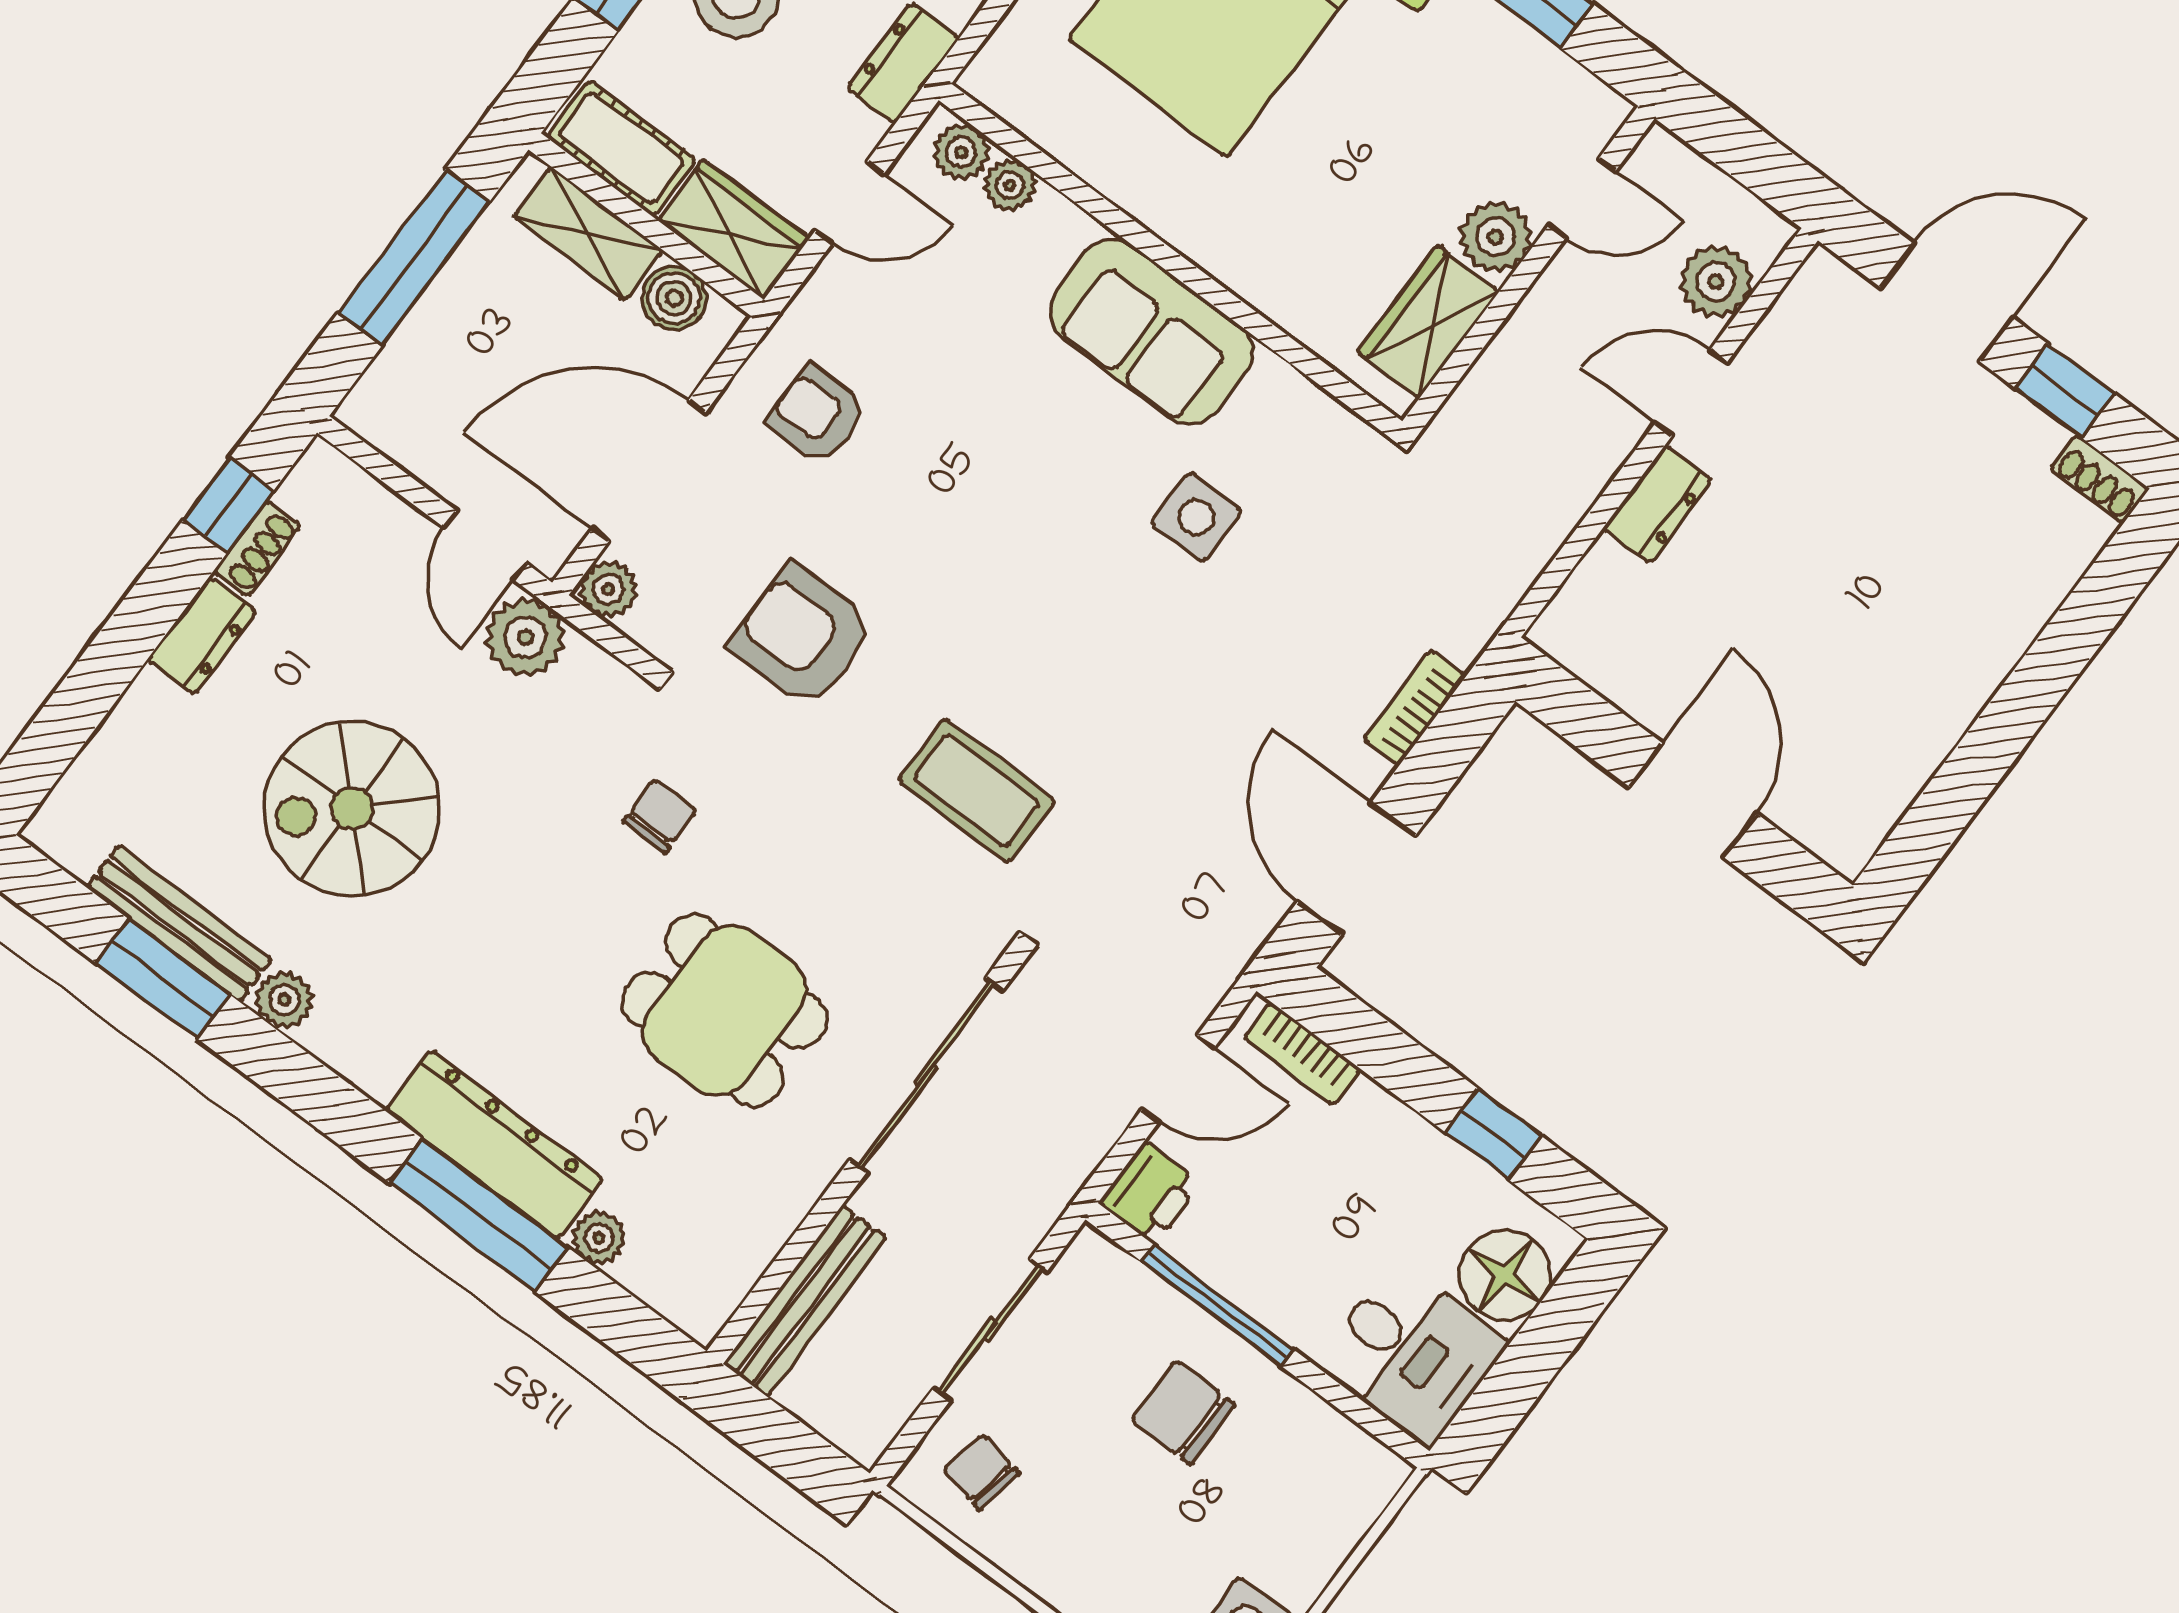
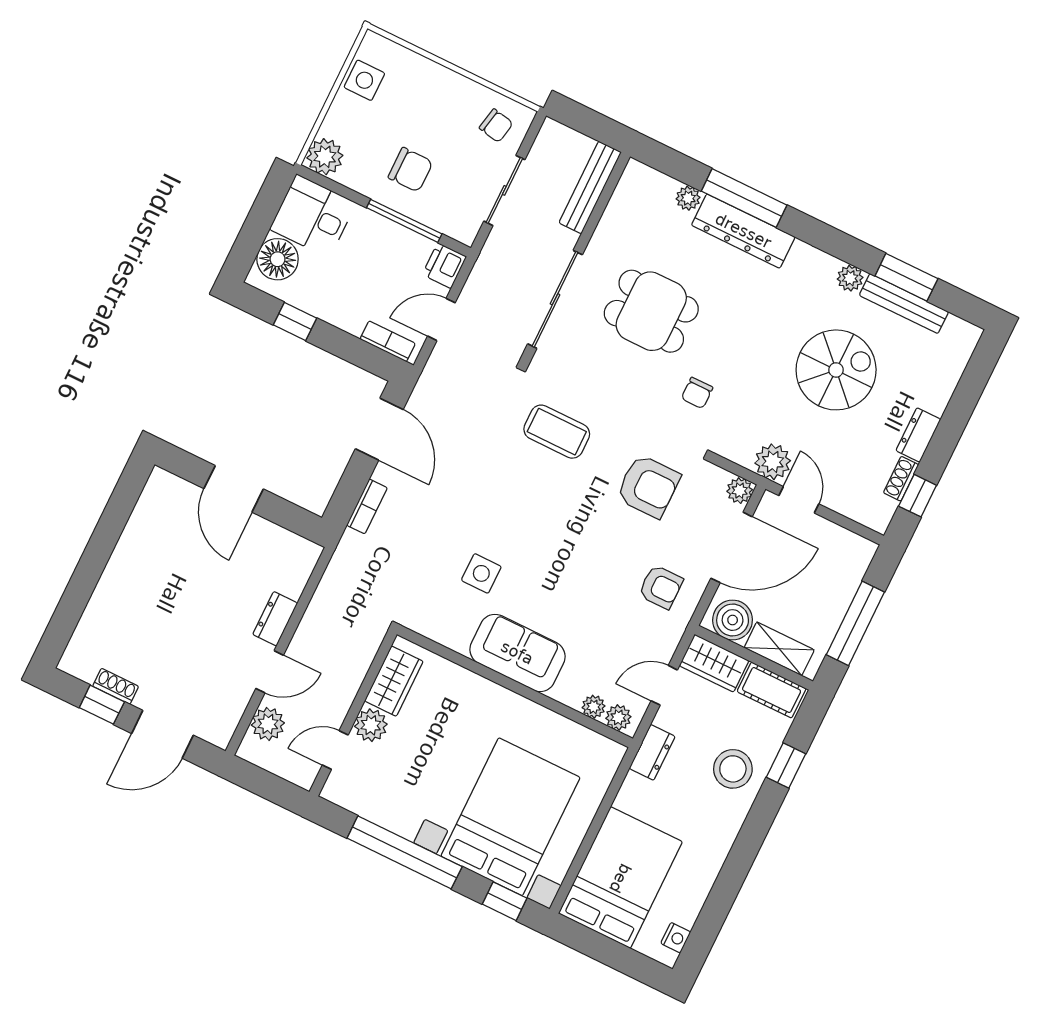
boiler: (674, 298) -> (733, 620), width x1.36, depth x1.36
shoe rack: (2100, 479) -> (116, 686), moved
plant: (1362, 1476) -> (325, 157), added

